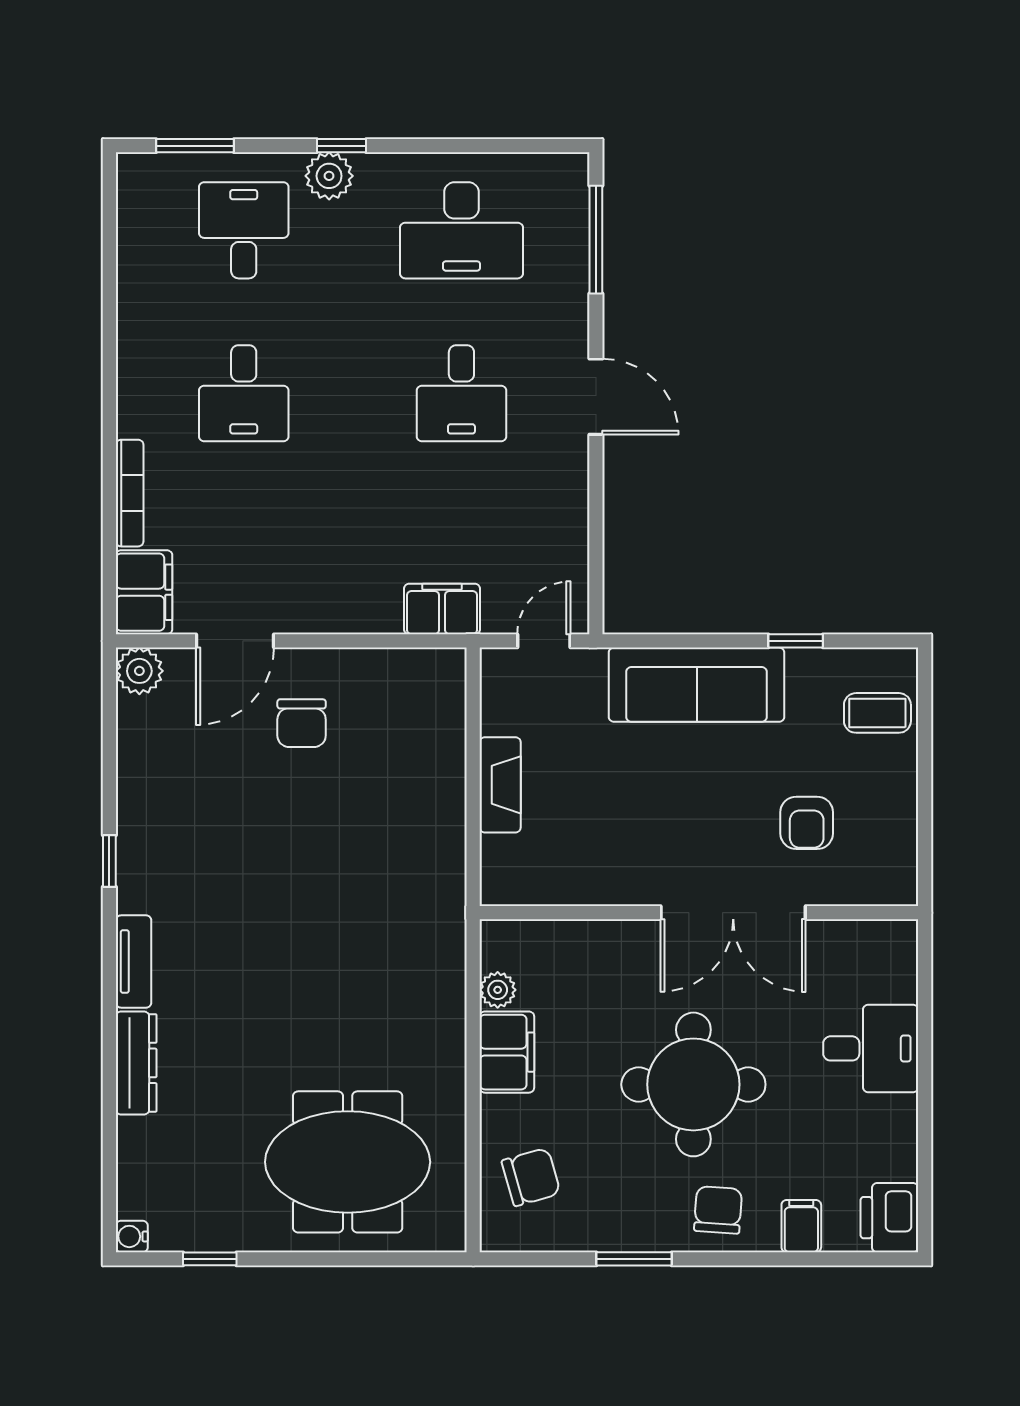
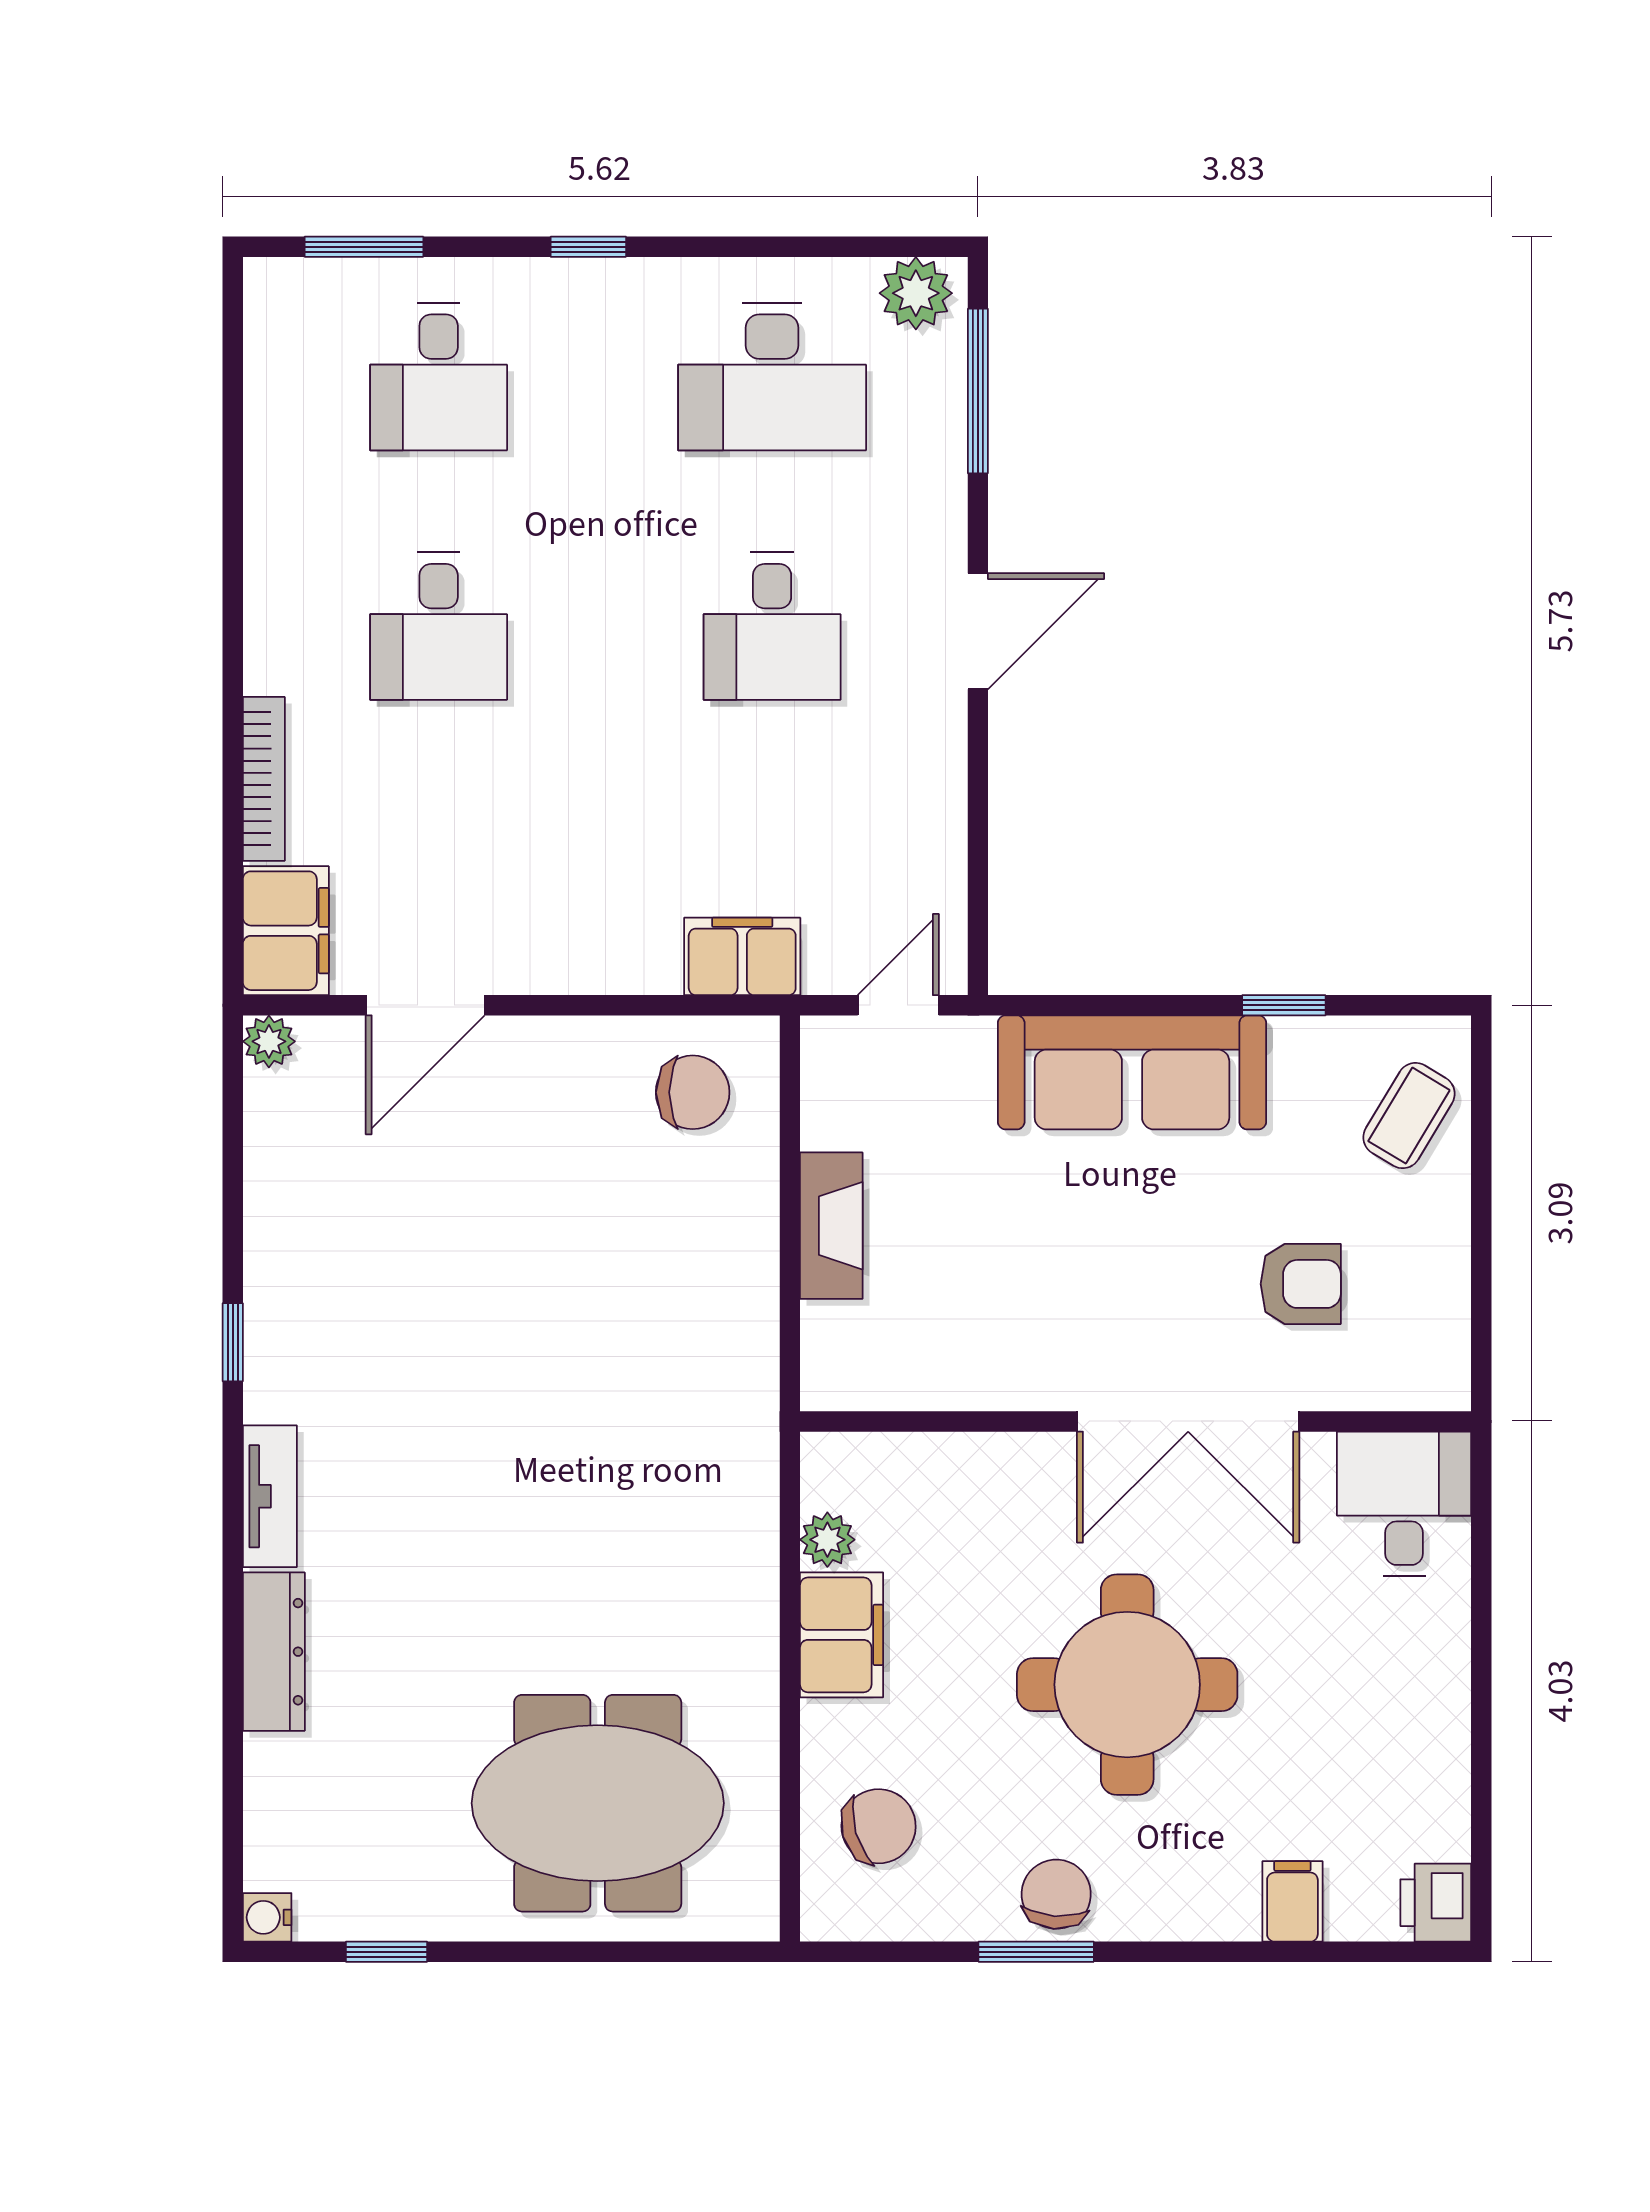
plant: (329, 176) -> (916, 293), moved
desk: (244, 230) -> (439, 376), turned 180
door: (596, 397) -> (978, 631), hinge flipped
plant: (139, 671) -> (269, 1041), width x0.73, depth x0.73
coffee table: (877, 713) -> (1409, 1116), turned -59
chair: (302, 723) -> (693, 1092), moved, turned -90
armchair: (807, 823) -> (1301, 1284), turned -90
desk: (871, 1048) -> (1404, 1504), moved, turned -90
chair: (718, 1210) -> (1056, 1894), moved
printer: (889, 1218) -> (1436, 1903), width x0.73, depth x0.81

